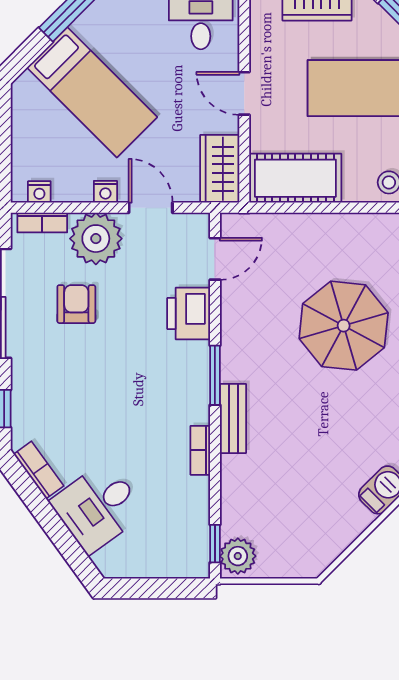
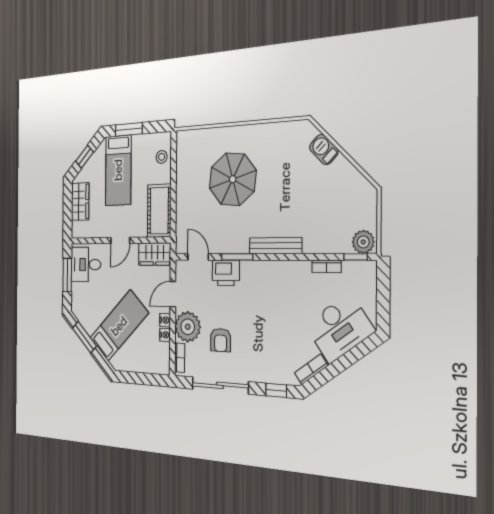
nightstand: (39, 192) -> (165, 335), moved
armchair: (76, 304) -> (221, 340), turned -90
window: (215, 375) -> (237, 257), moved
bench: (233, 418) -> (275, 246), width x1.36
bookcase: (200, 450) -> (326, 266), moved
desk: (98, 507) -> (339, 328), width x1.37

